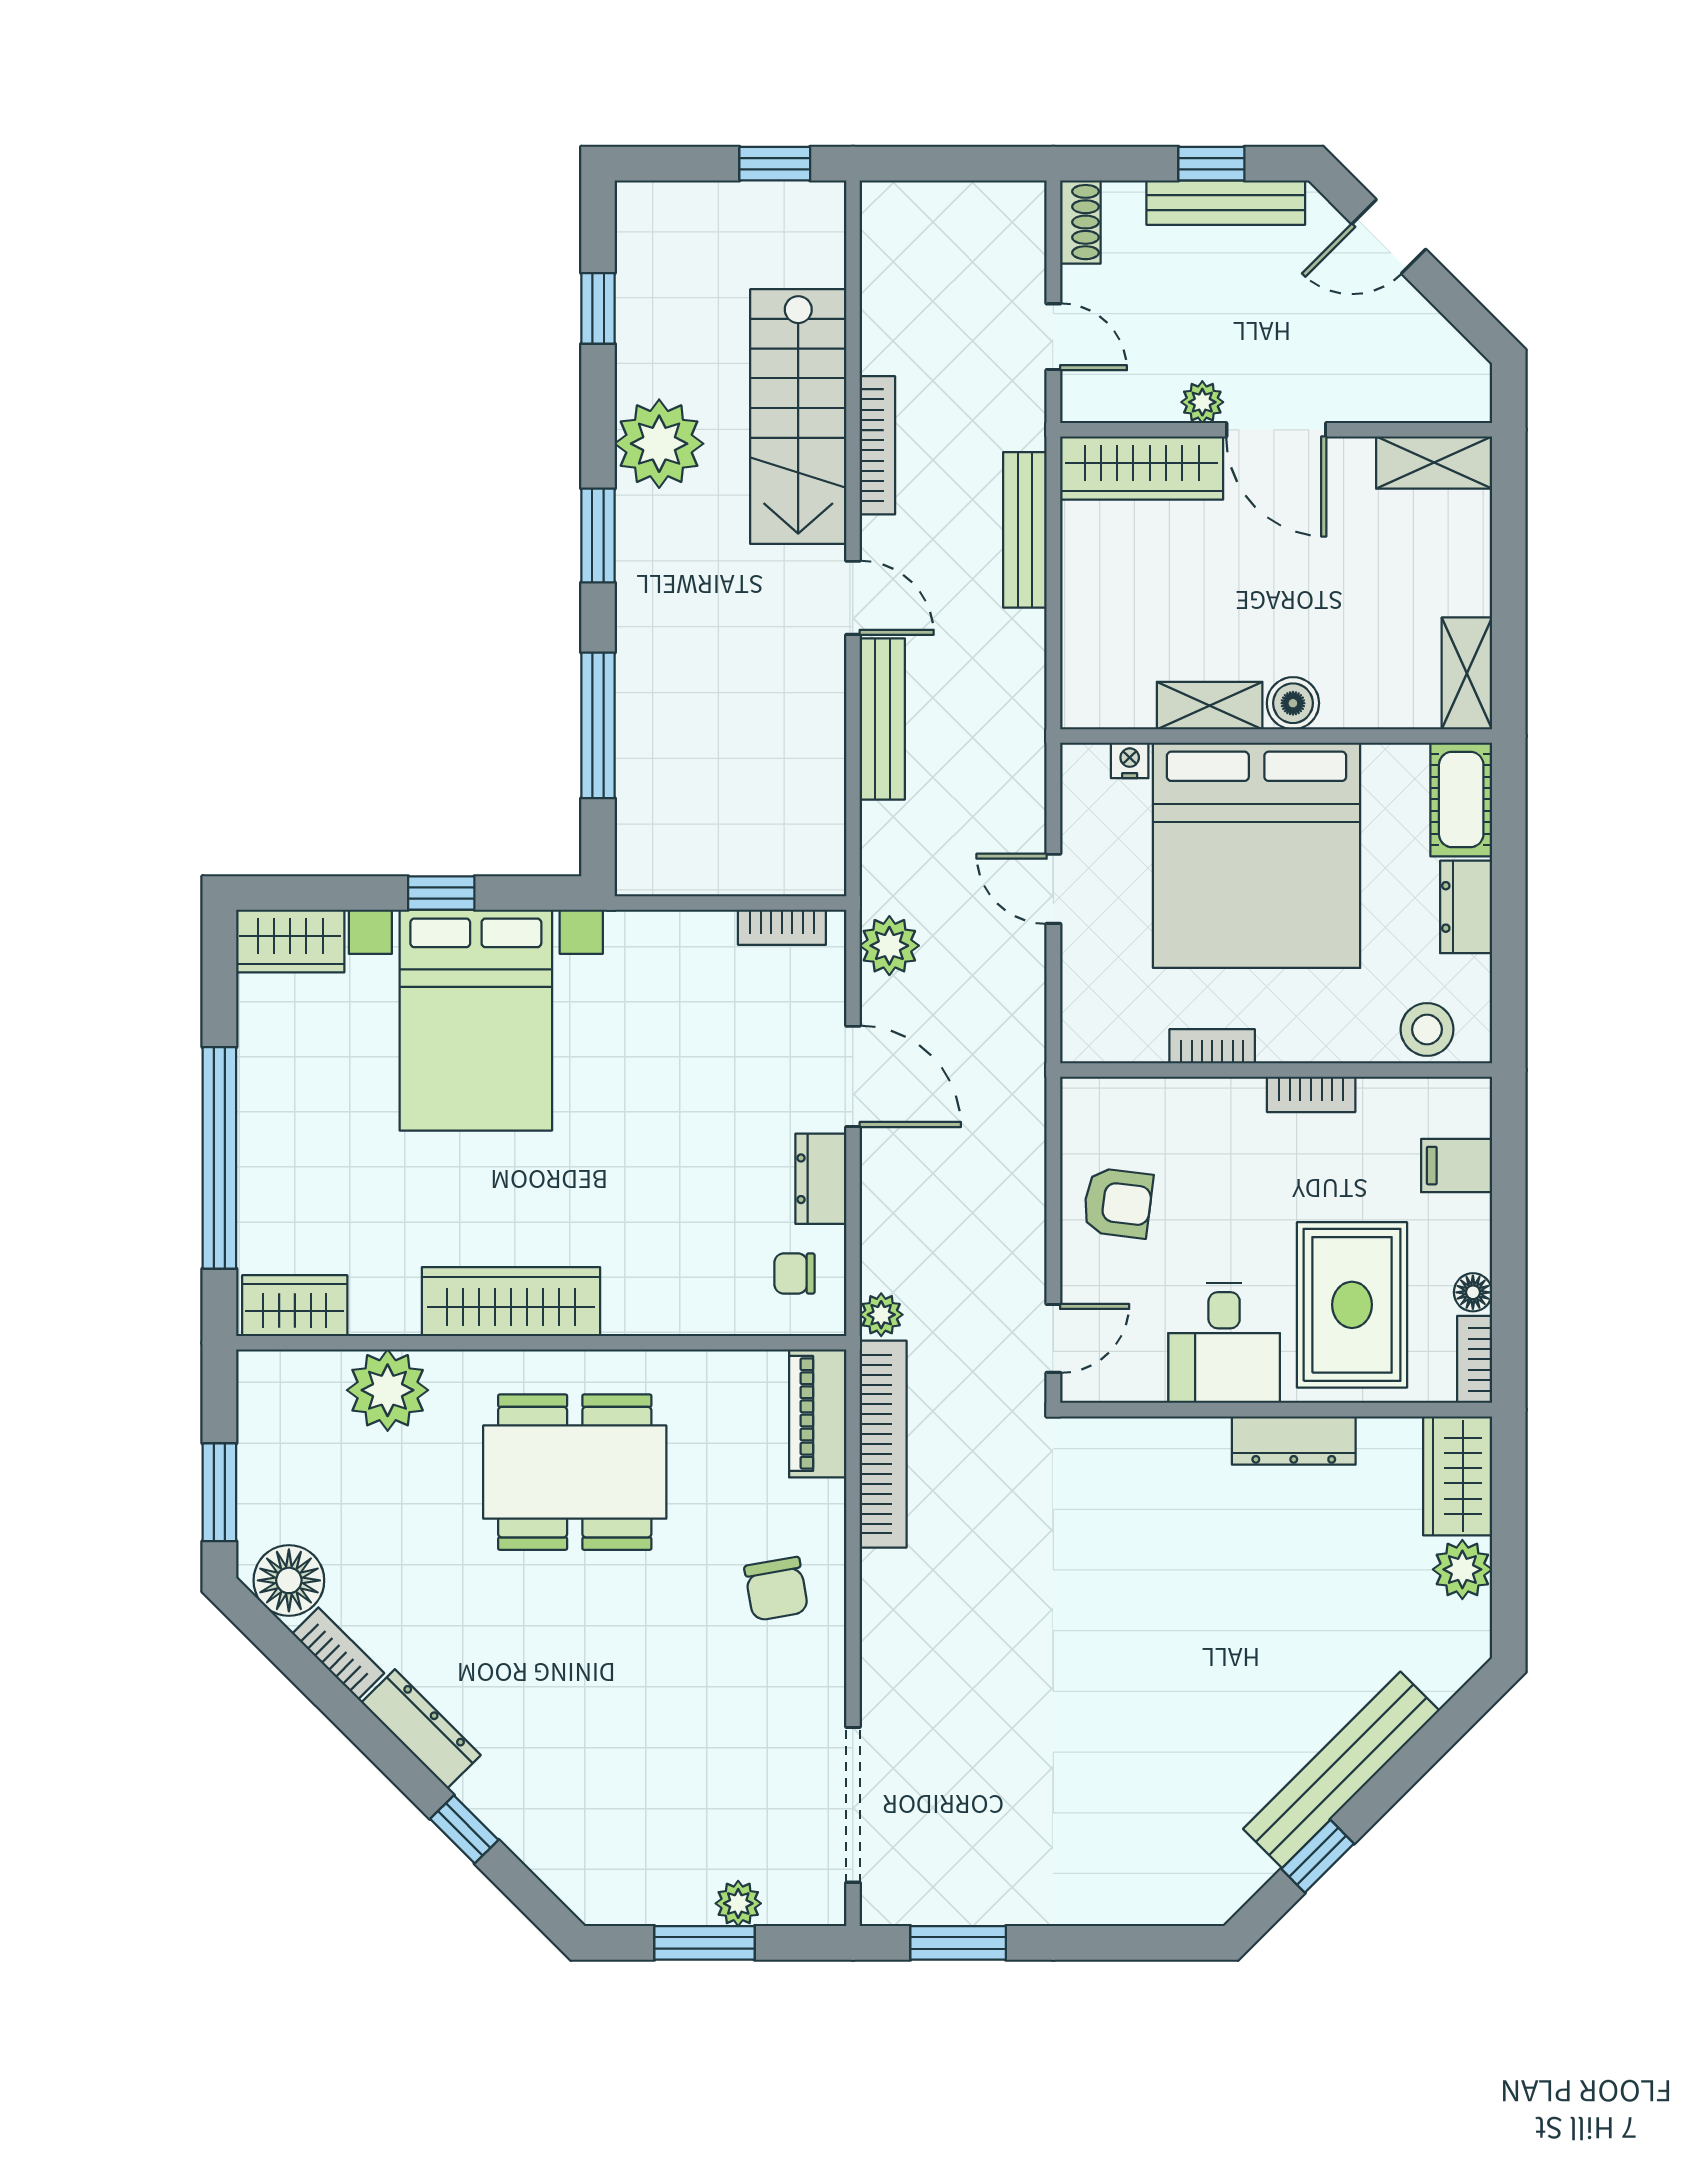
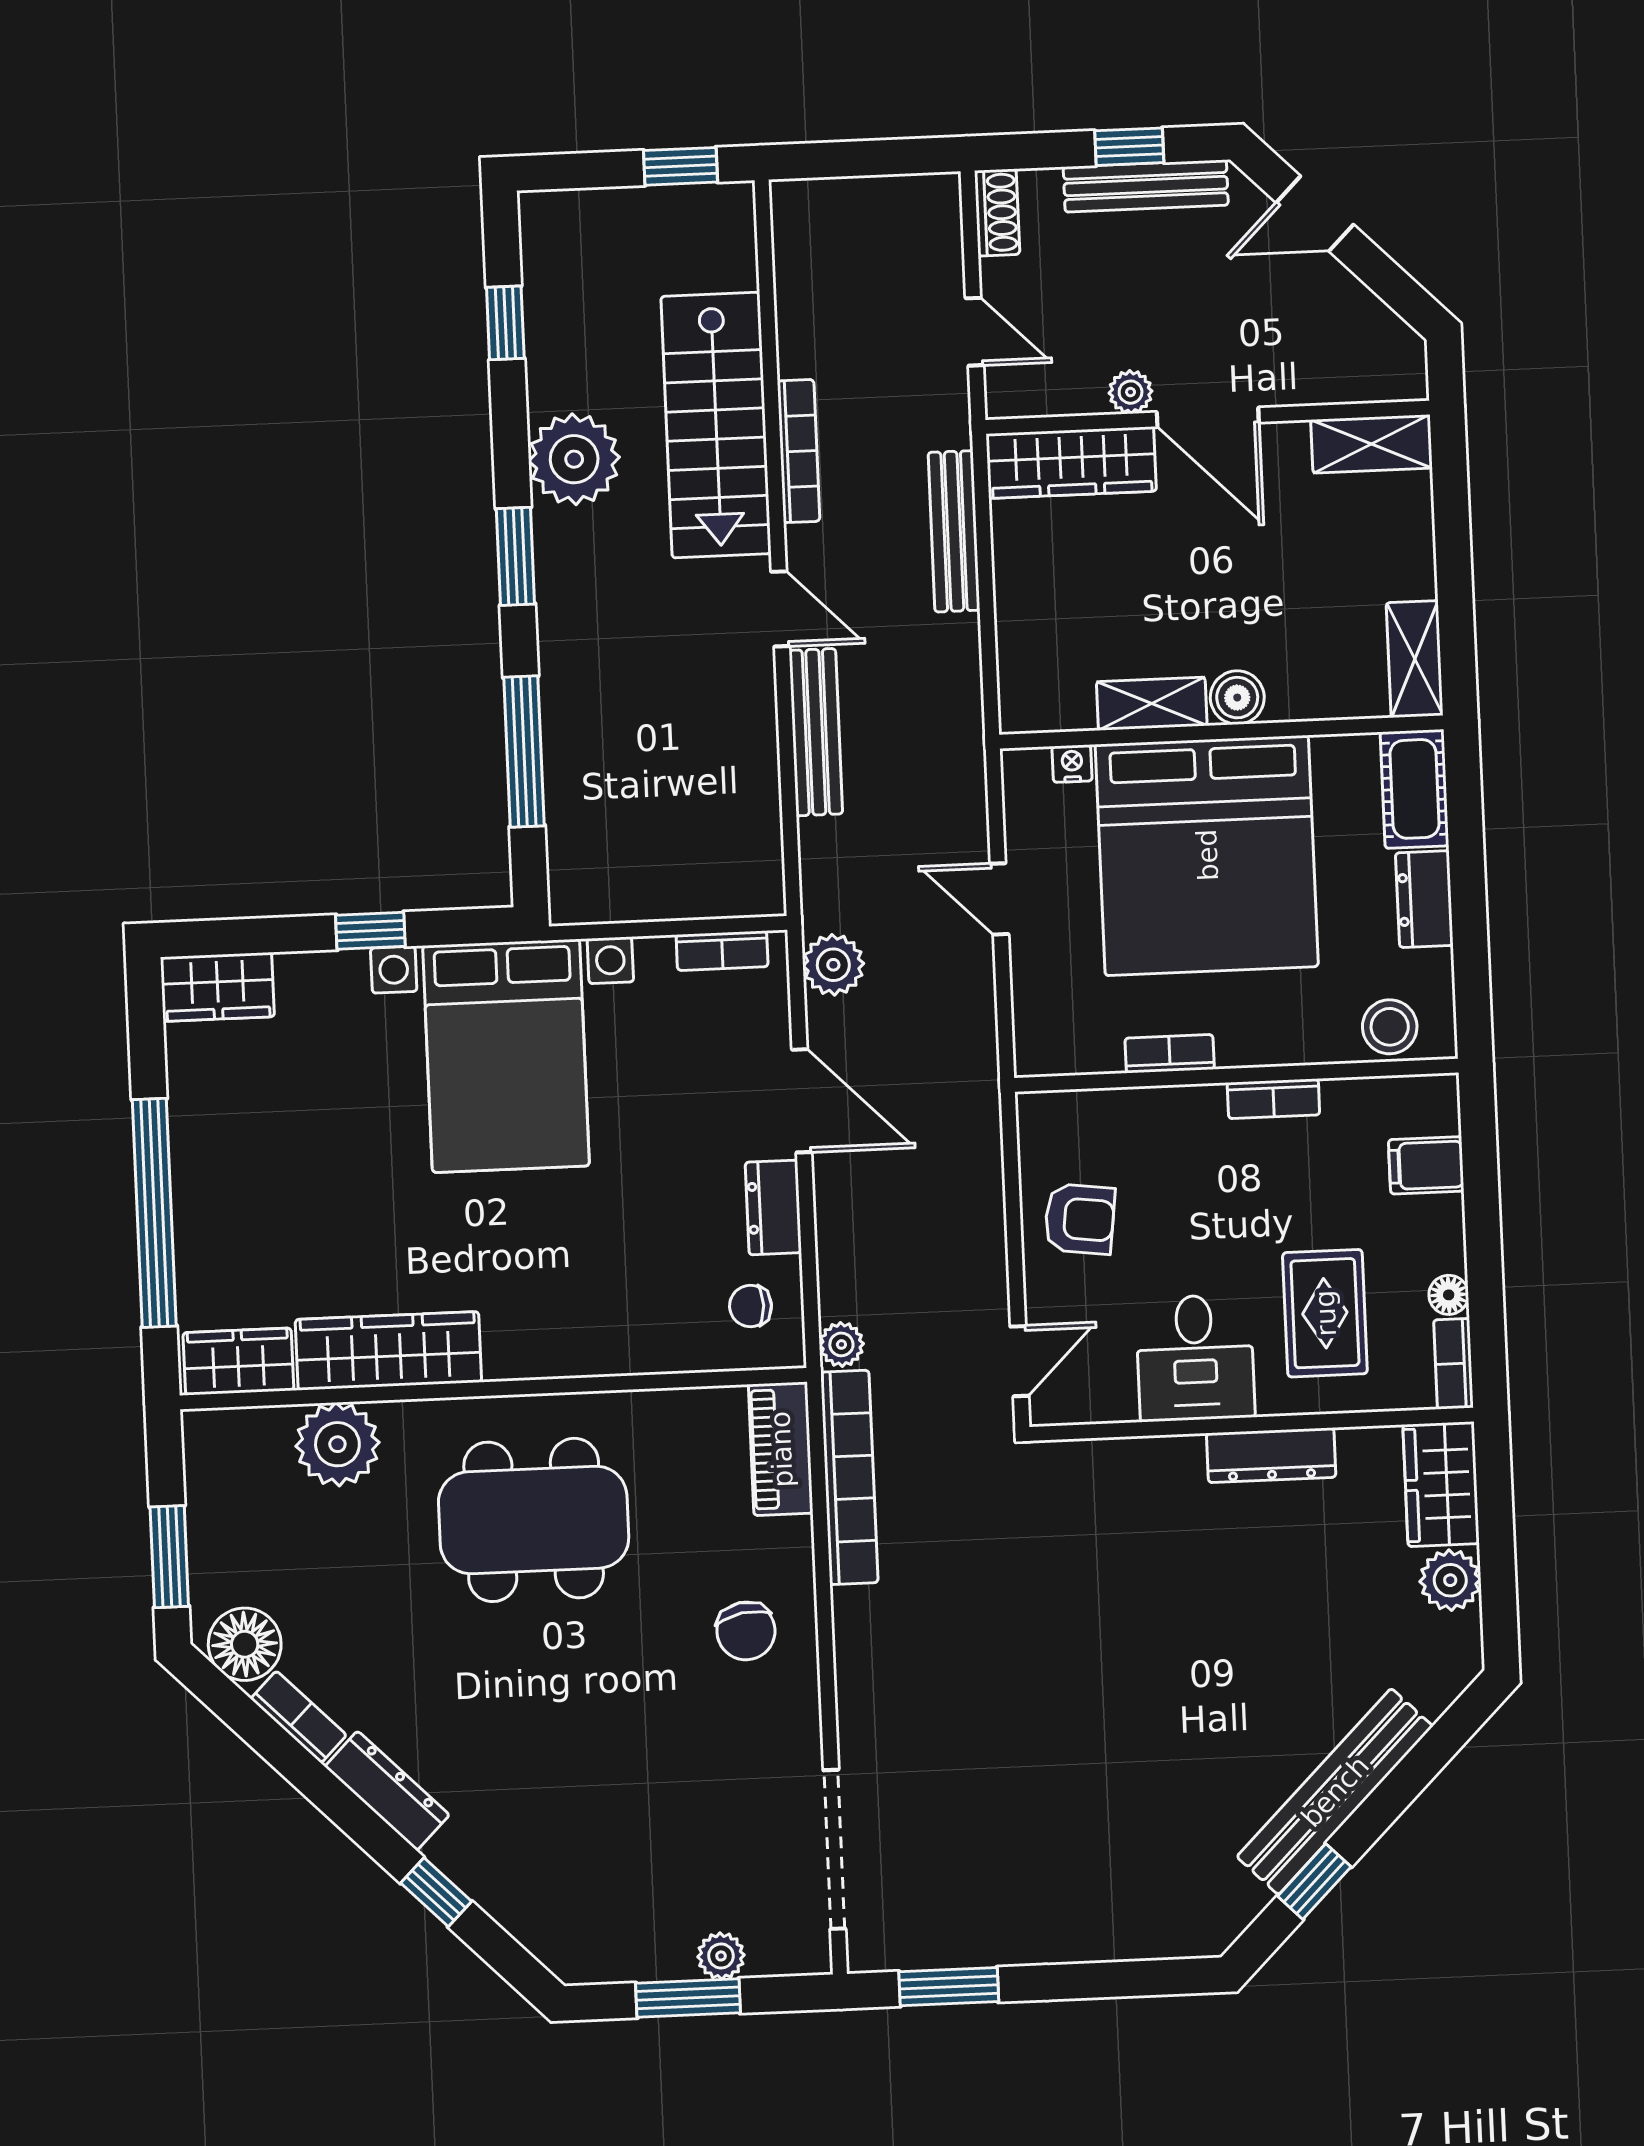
bed with nightstands: (476, 1020) -> (506, 1056), moved
wardrobe: (511, 1302) -> (388, 1351), moved
rug: (1352, 1305) -> (1325, 1313), width x0.73, depth x0.70

